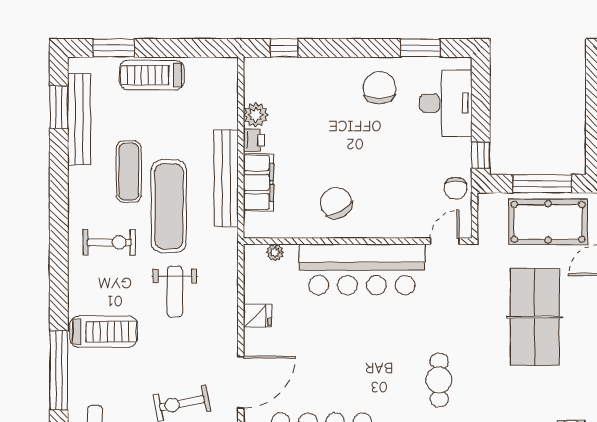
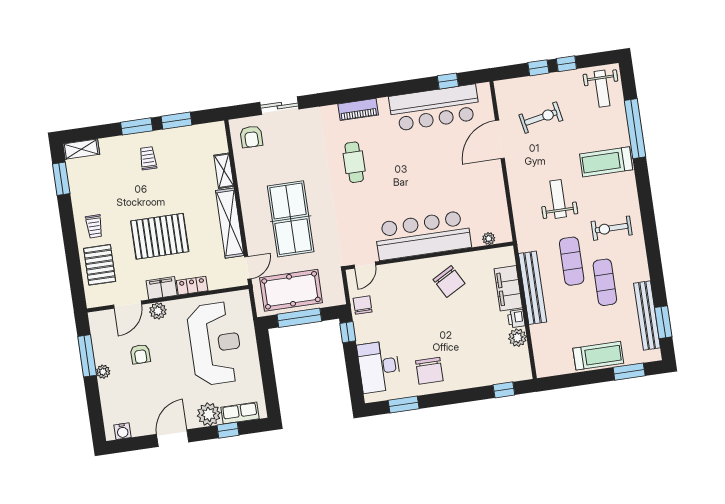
exercise mat: (169, 206) -> (572, 261), width x0.73, depth x0.69
fridge: (257, 316) -> (495, 190), removed

